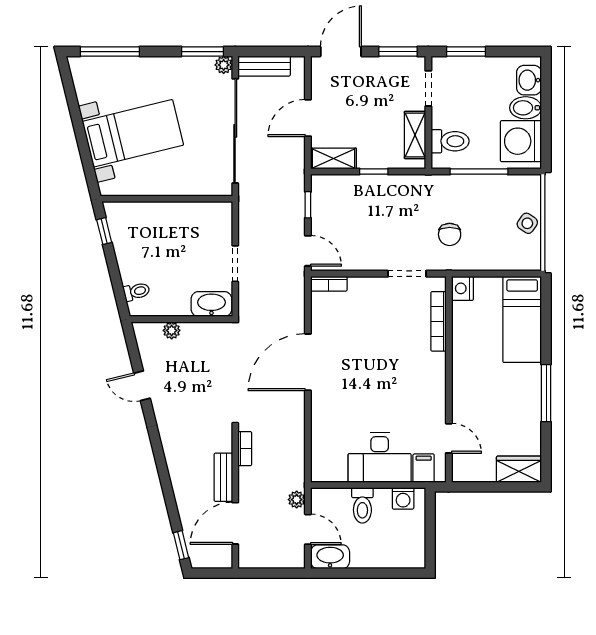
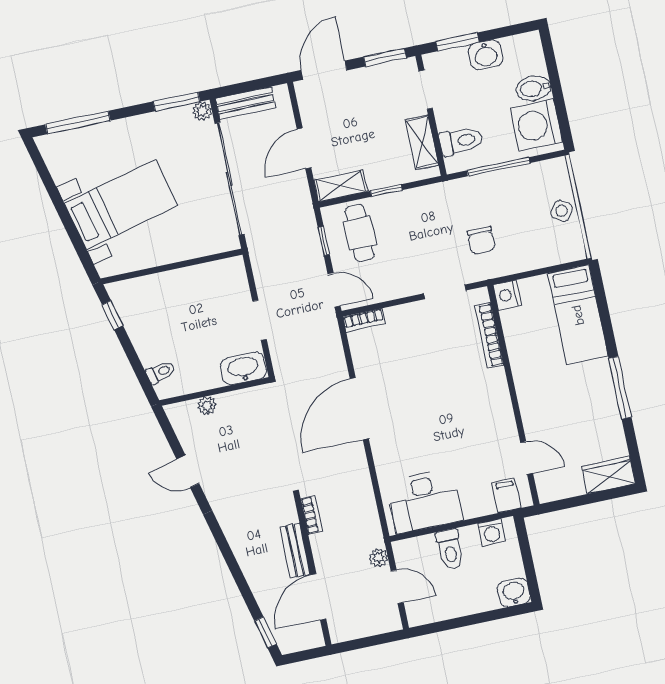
washbasin: (529, 80) -> (486, 55), moved, turned -90
cafe table: (342, 205) -> (360, 233), added
desk: (380, 458) -> (425, 501), moved
washbasin: (330, 557) -> (514, 593), moved, width x0.72

